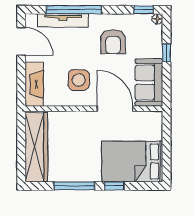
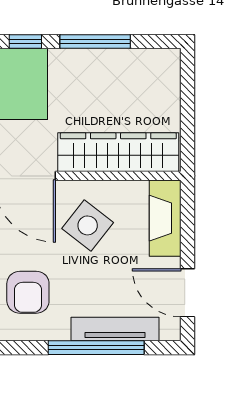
armchair: (113, 42) -> (28, 292), turned 180
side table: (79, 80) -> (88, 225), turned 38
wardrobe: (36, 147) -> (118, 152), moved, turned 90

